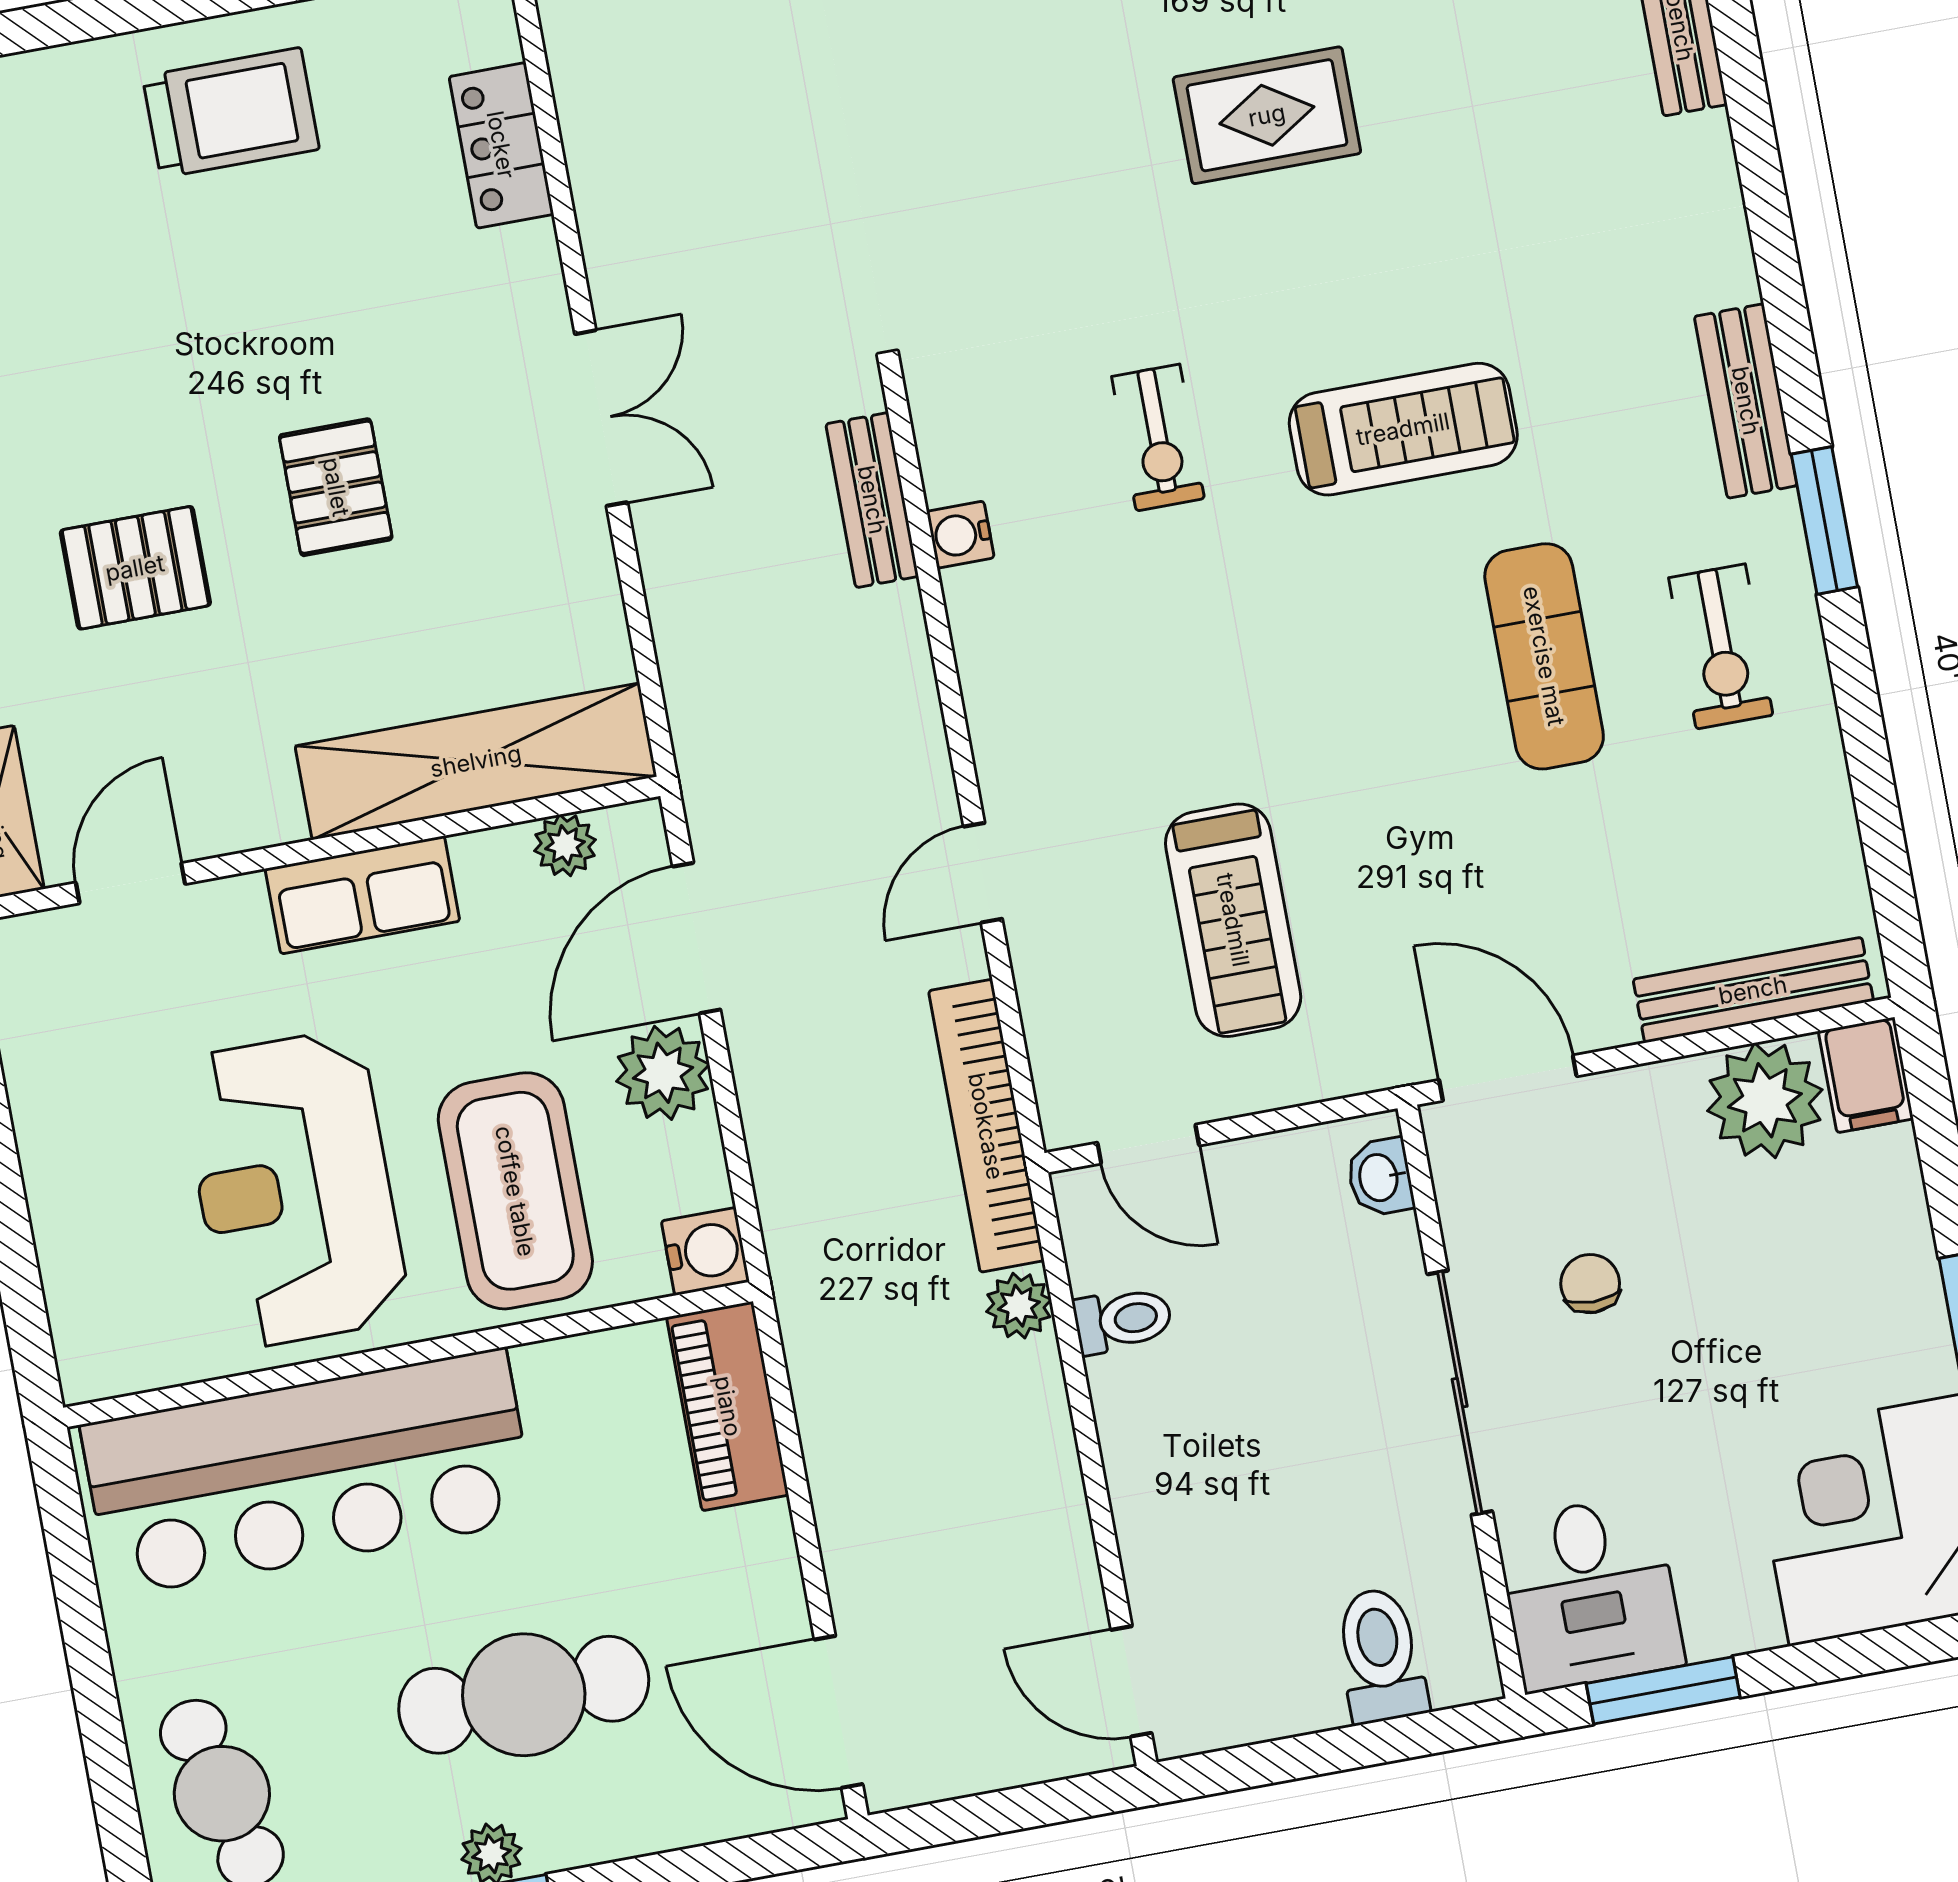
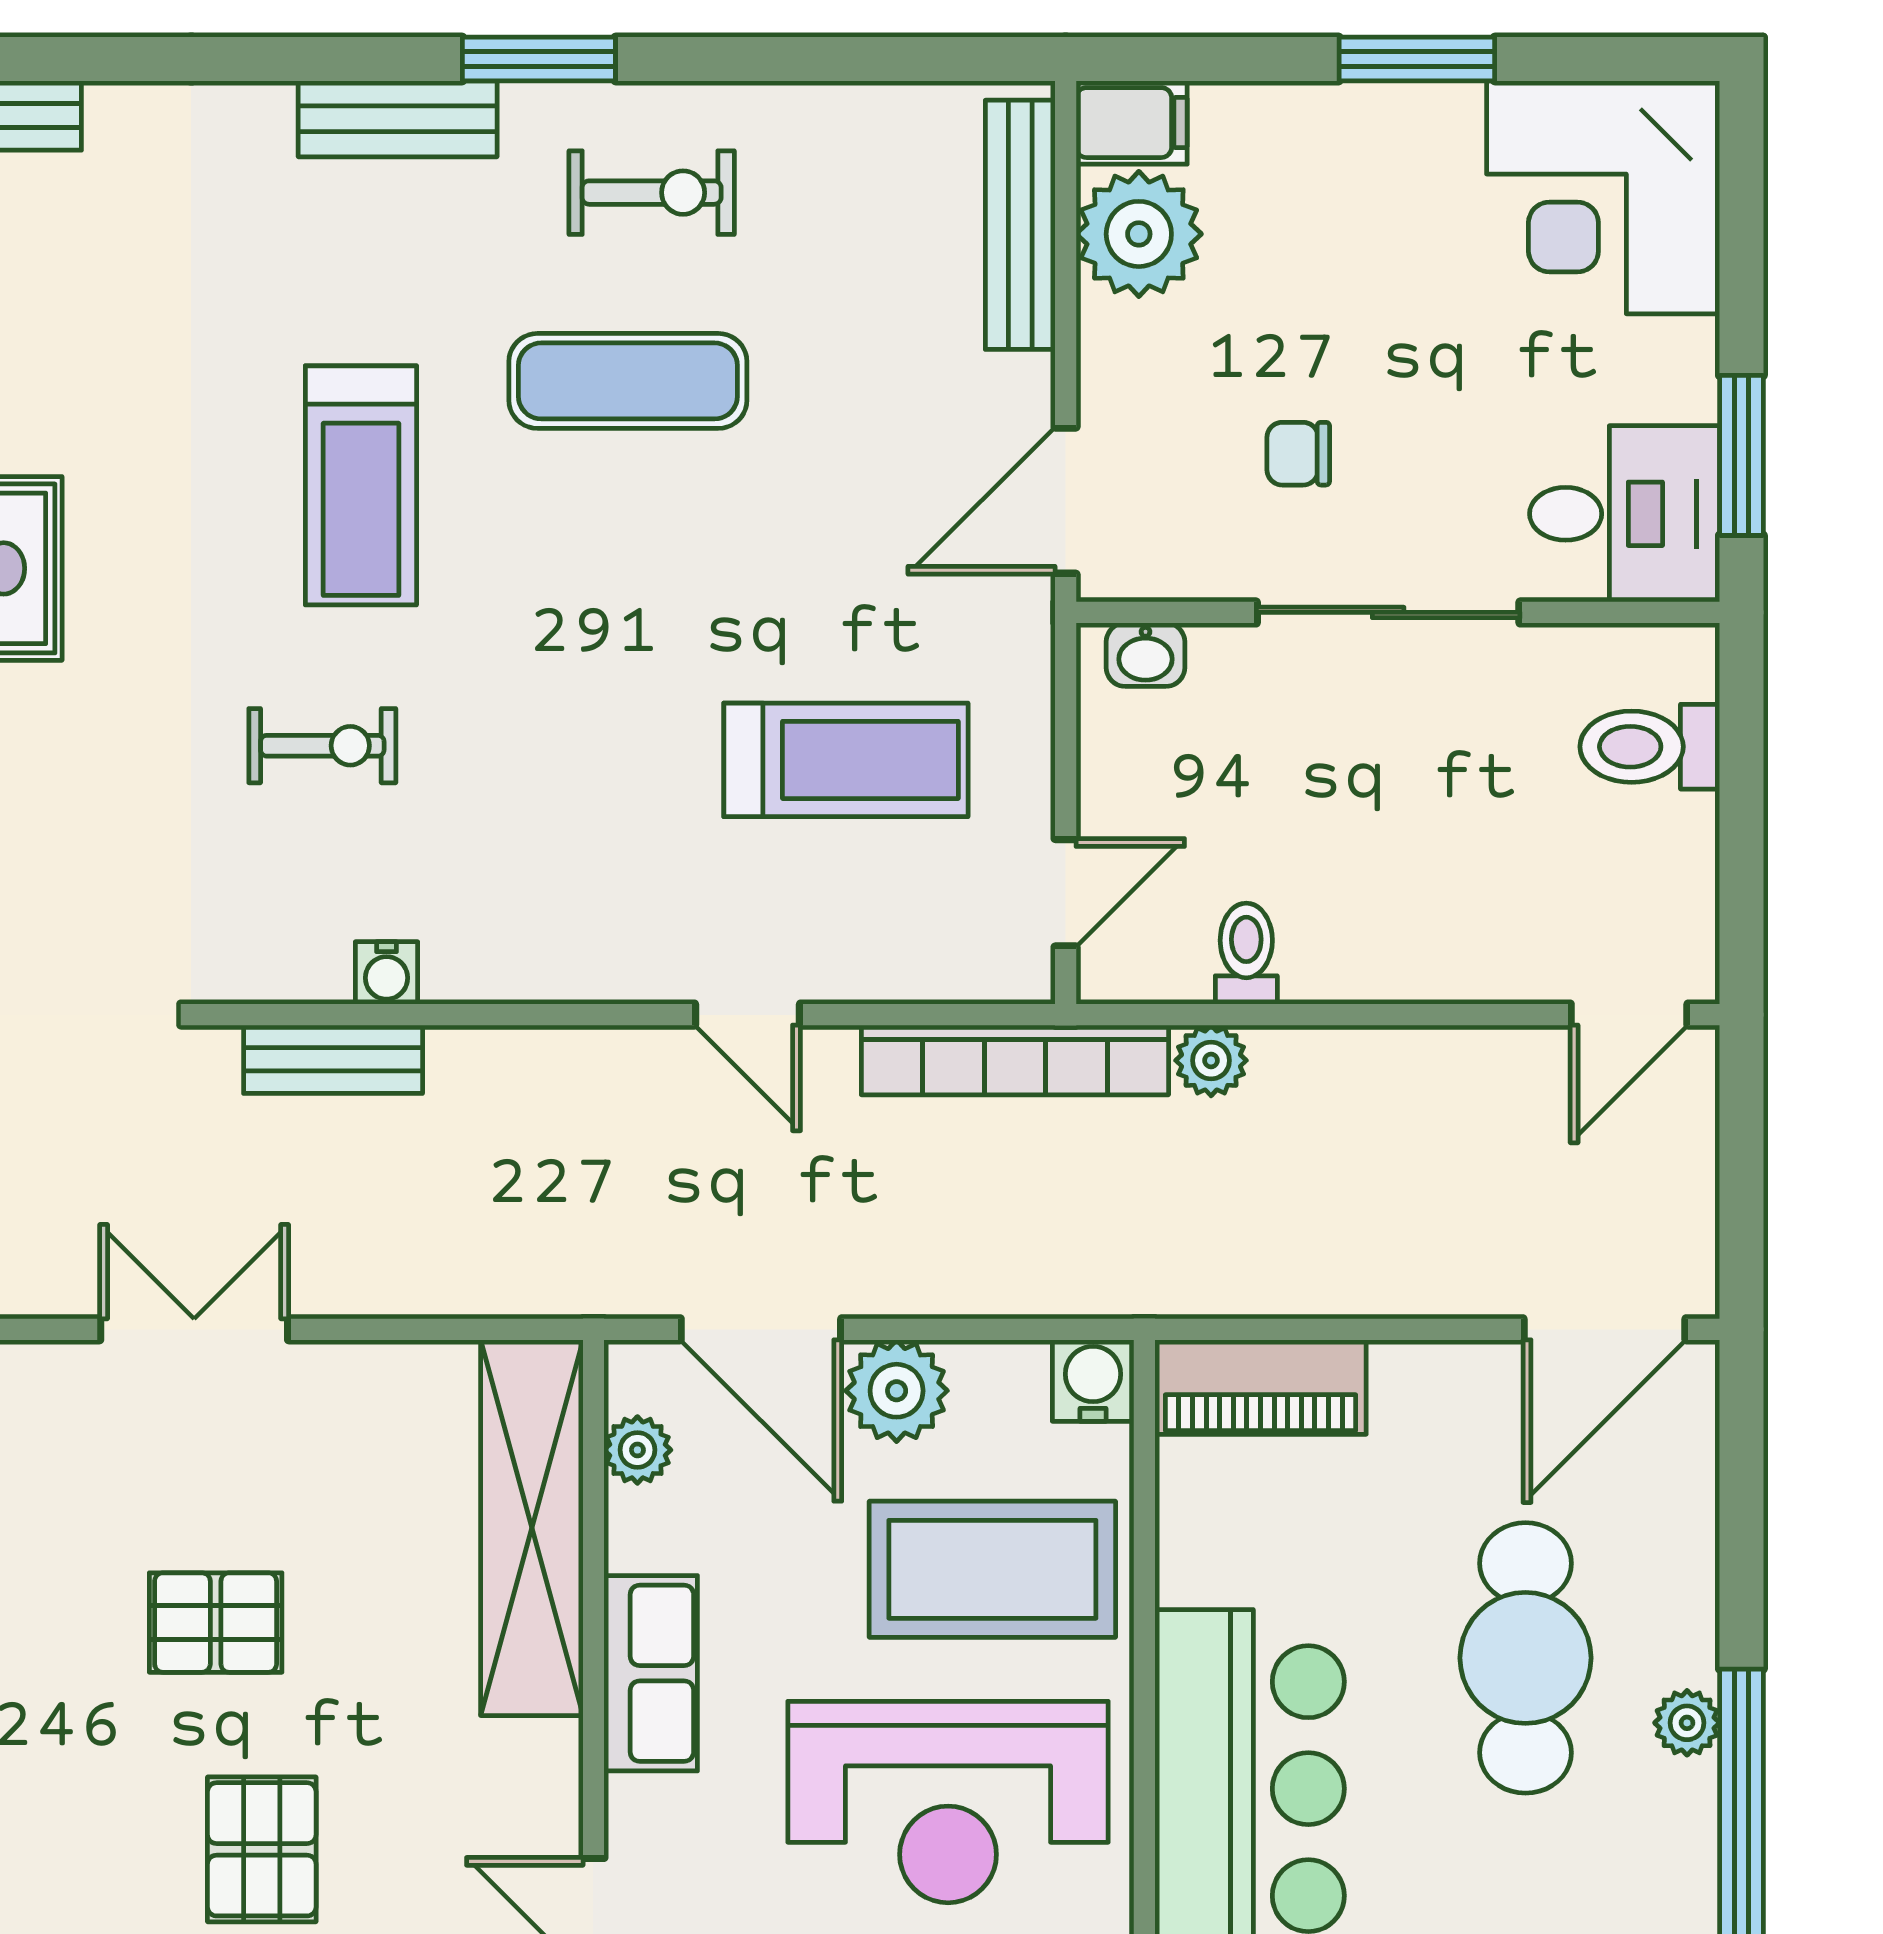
treadmill: (1403, 429) -> (361, 485), turned 180

